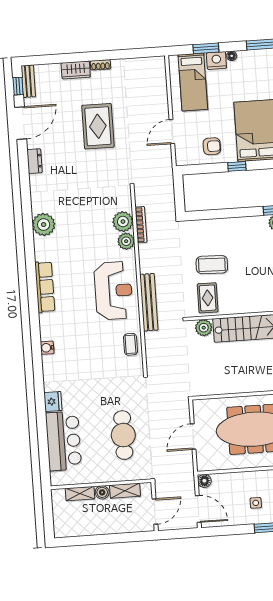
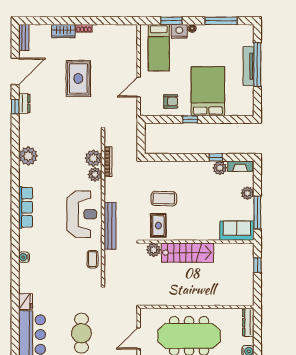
window: (18, 86) -> (15, 107), moved

